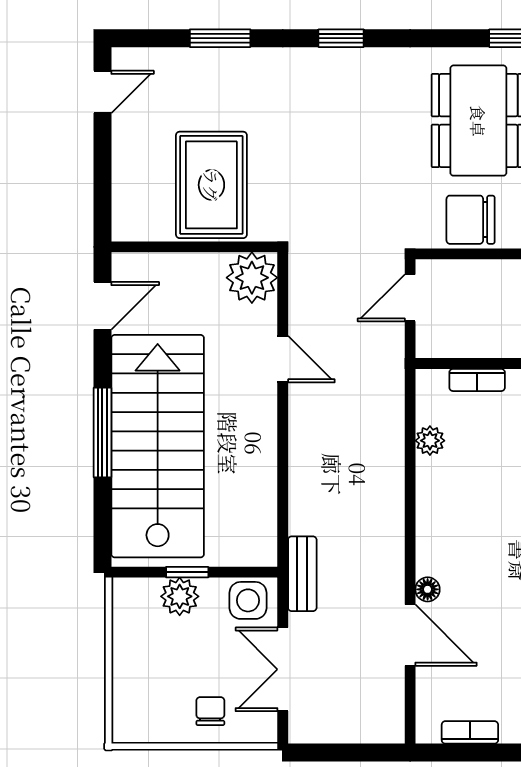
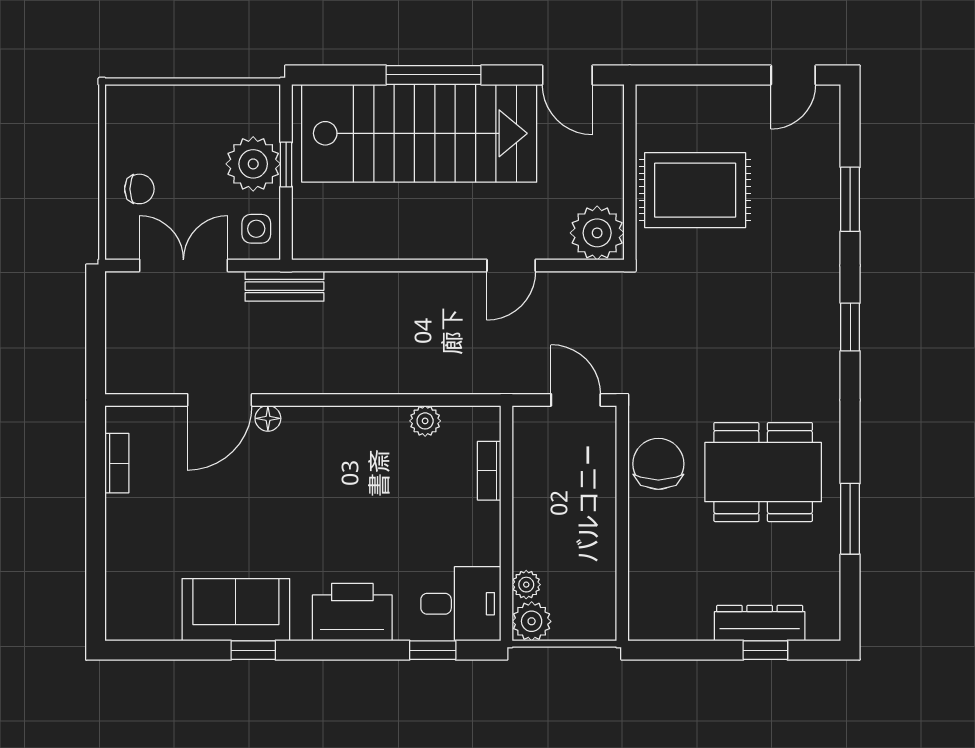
door: (102, 92) -> (793, 75), hinge flipped
plant: (180, 596) -> (253, 164), width x1.36, depth x1.36
side table: (248, 600) -> (256, 229), width x0.73, depth x0.73

